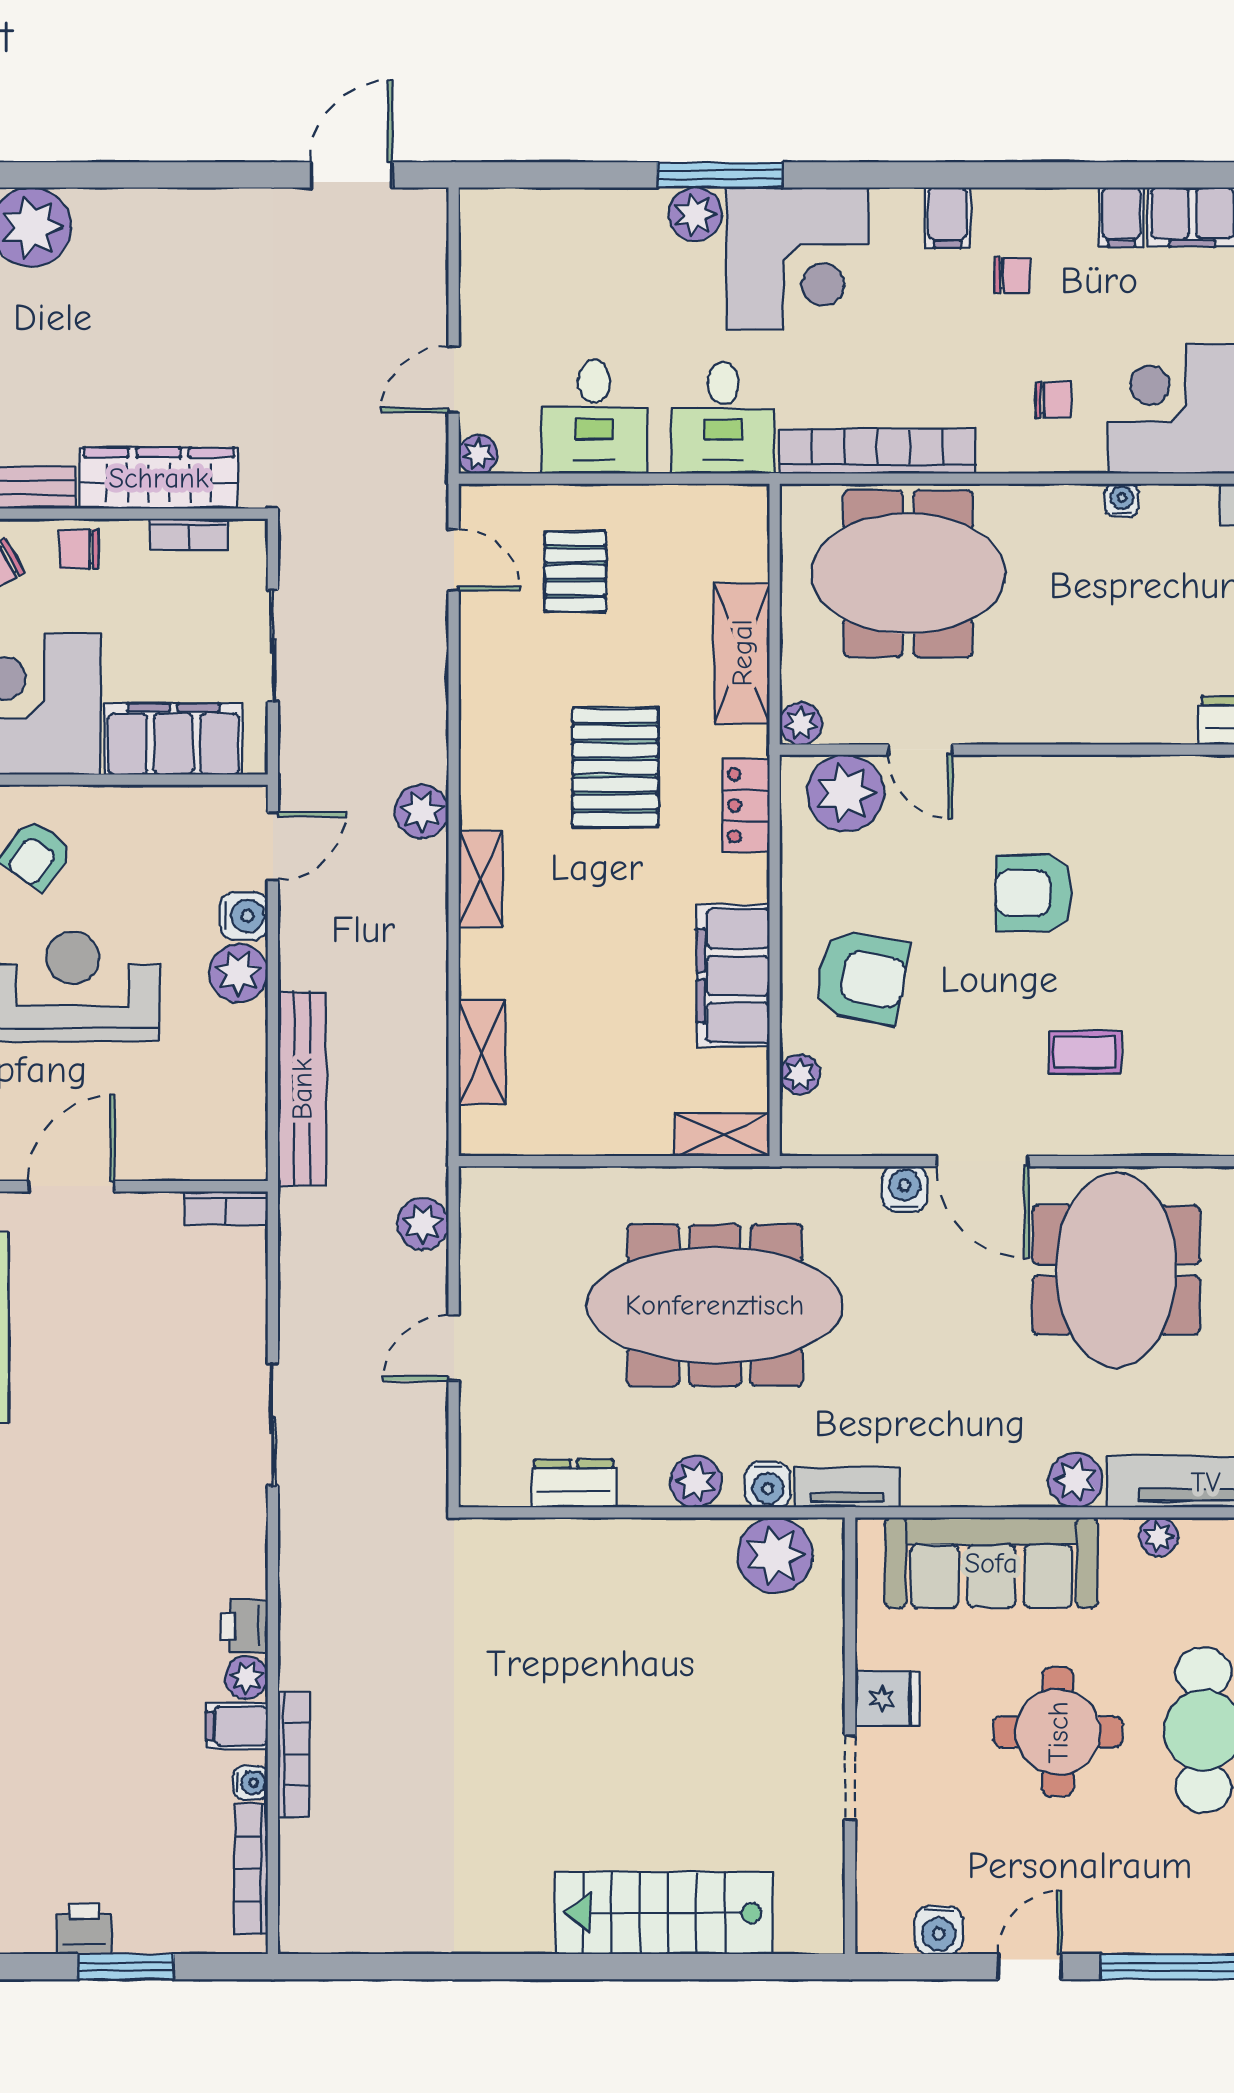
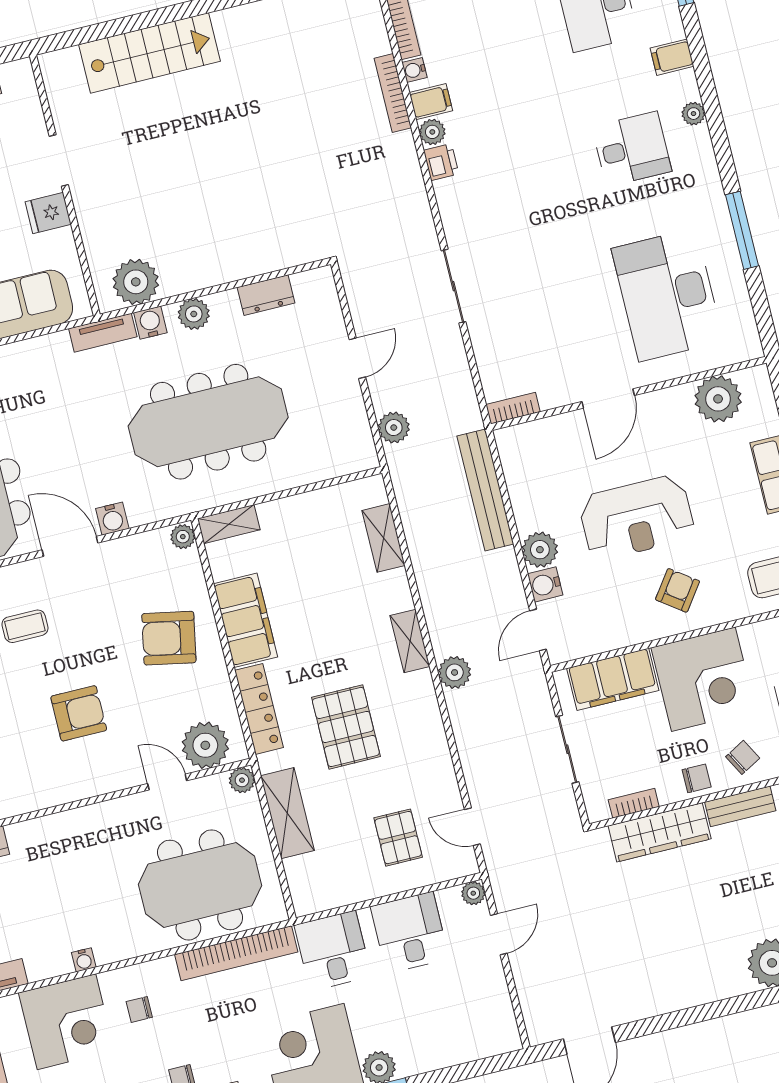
locker: (746, 805) -> (259, 709), width x1.53
plant: (800, 1074) -> (183, 537), moved

